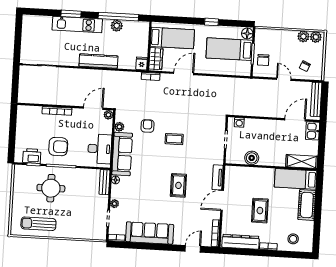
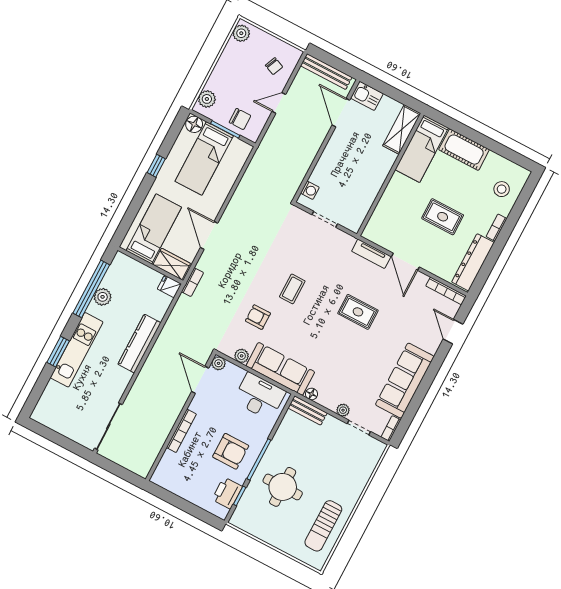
plant: (303, 36) -> (207, 99), moved
armchair: (58, 147) -> (231, 451), turned 90
boiler: (252, 158) -> (366, 195), removed

